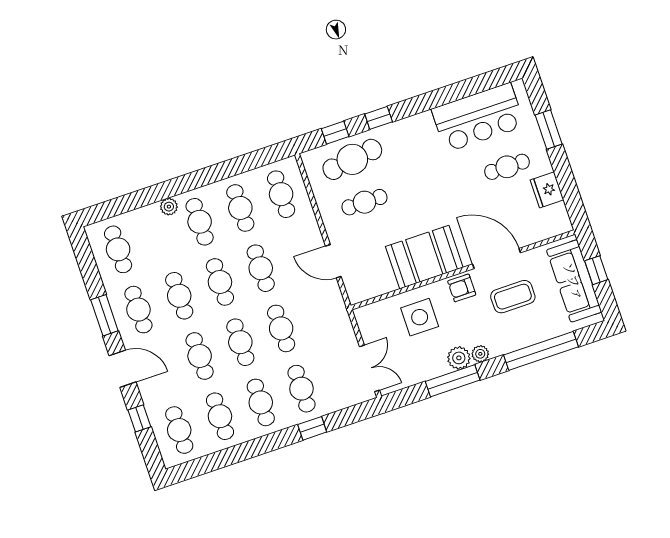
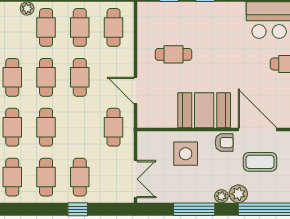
cafe table: (352, 159) -> (175, 20), removed
armchair: (462, 288) -> (224, 143), turned 180
cafe table: (281, 328) -> (114, 127), moved
plant: (459, 358) -> (238, 194), moved

